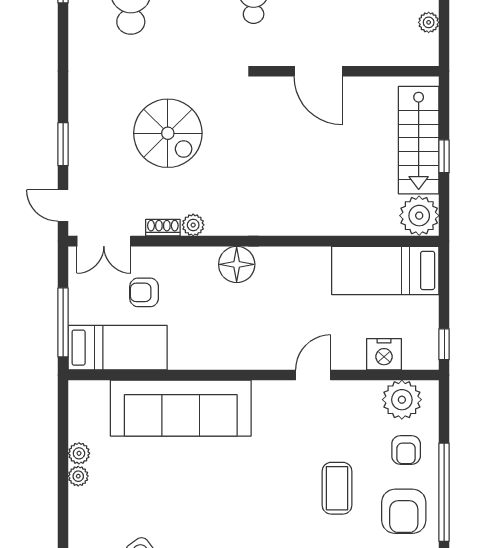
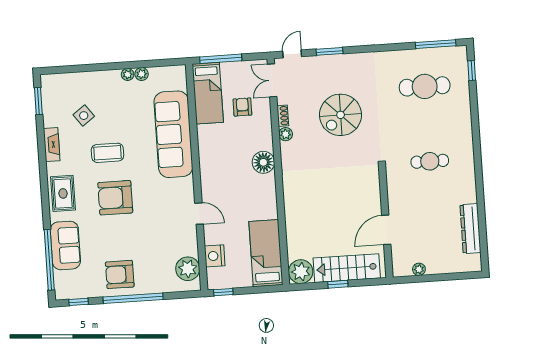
door: (318, 71) -> (386, 230), moved
armchair: (406, 450) -> (115, 198), moved, width x1.88, depth x1.88
coffee table: (337, 488) -> (107, 153), moved

